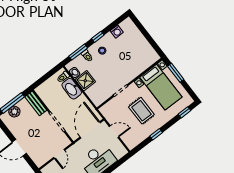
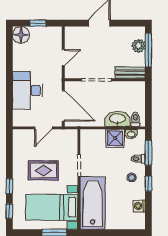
bathtub: (138, 63) -> (93, 203), added
window: (156, 134) -> (9, 186), moved
door: (59, 154) -> (63, 57), swing flipped

